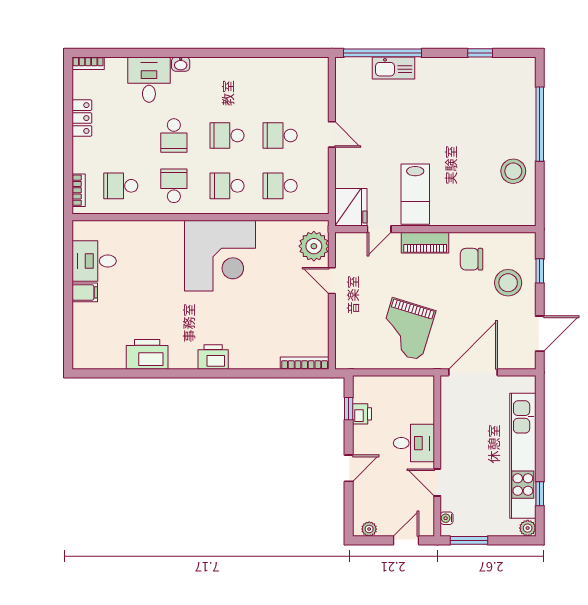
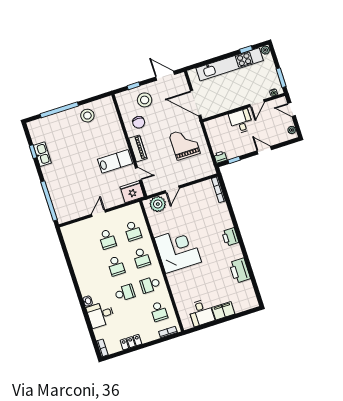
kitchen sink: (393, 68) -> (42, 154), moved
filing cabinet: (85, 292) -> (223, 311), width x2.00
grand piano: (407, 329) -> (185, 144), turned -107
printer: (362, 414) -> (220, 157), moved

